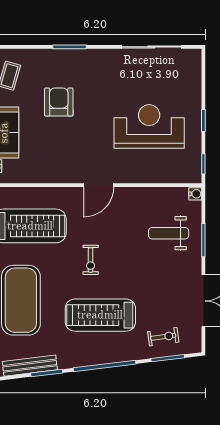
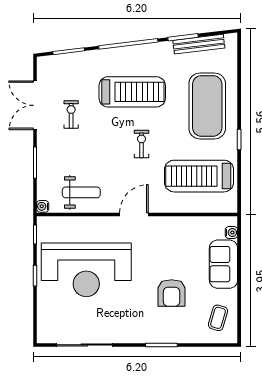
reception desk: (149, 126) -> (86, 270), width x1.36, depth x1.30
weight bench: (169, 233) -> (81, 192), moved
exercise bike: (163, 337) -> (71, 115), moved, turned 98

